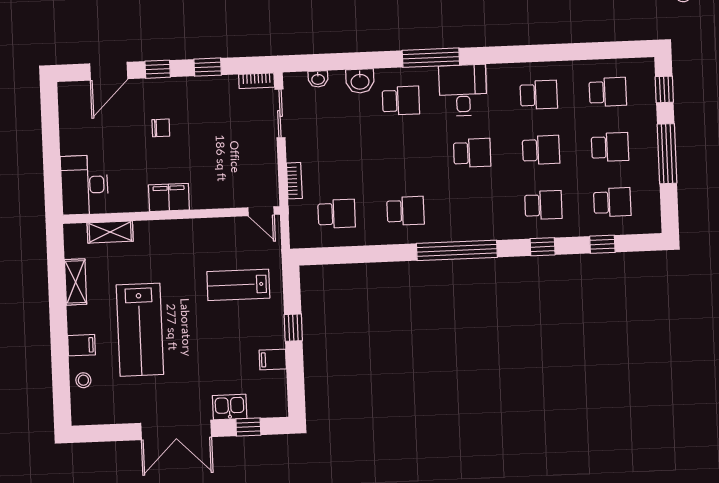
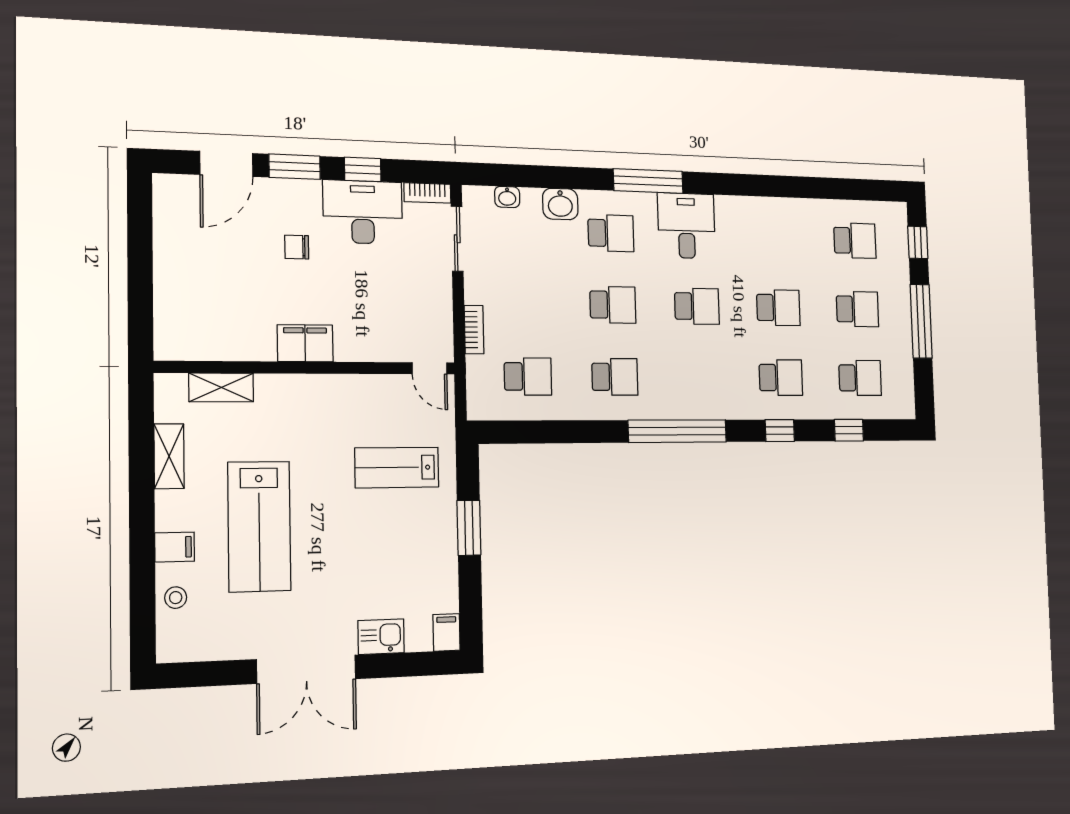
window: (158, 69) -> (295, 167), width x1.50
school desk: (539, 95) -> (613, 305), moved
chair: (161, 128) -> (297, 247), turned 180
desk: (84, 185) -> (363, 212), moved, turned 90
window: (293, 328) -> (469, 528), width x1.50
filing cabinet: (273, 360) -> (446, 632), moved, turned 90
window: (248, 427) -> (406, 665), removed

